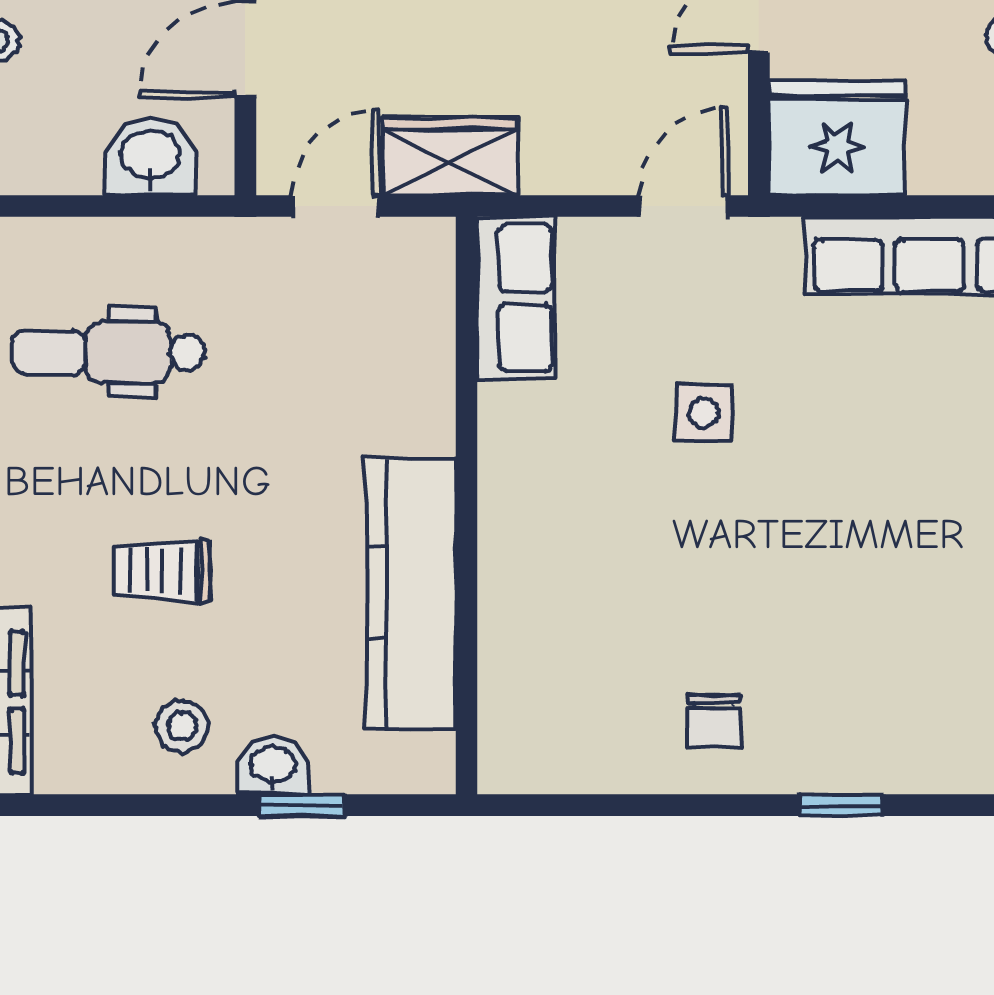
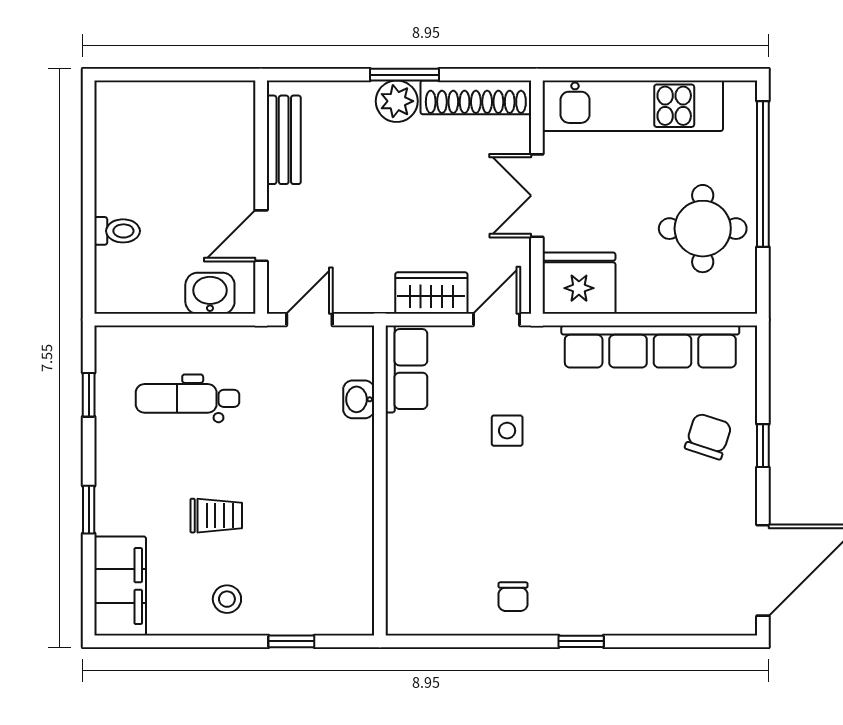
wardrobe: (450, 156) -> (431, 293), moved
trolley: (162, 571) -> (216, 516), turned 180
kitchen counter: (411, 593) -> (350, 528), removed
washbasin: (273, 766) -> (359, 399), moved, turned -90

